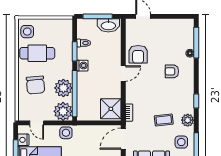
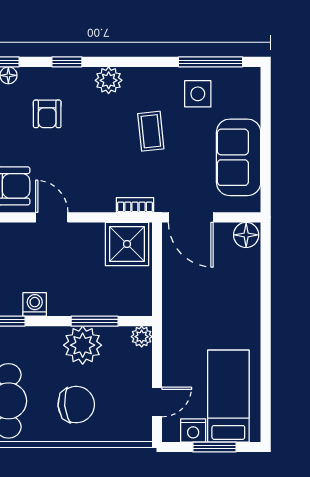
window: (75, 94) -> (95, 321), width x0.47
window: (196, 101) -> (67, 62), moved
plant: (63, 111) -> (142, 337), width x0.53, depth x0.53
plant: (188, 120) -> (109, 80), moved
side table: (66, 133) -> (178, 340), removed

